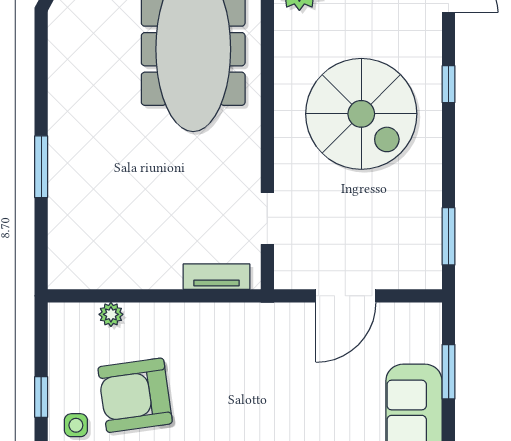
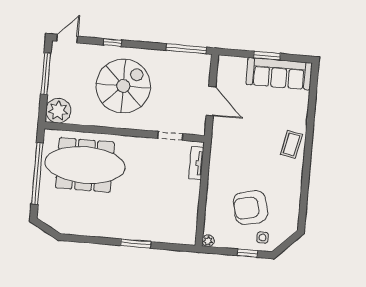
window: (449, 236) -> (186, 49), width x1.44
plant: (111, 314) -> (208, 241), moved
window: (449, 372) -> (267, 56), moved
armchair: (135, 395) -> (250, 208), turned 85

